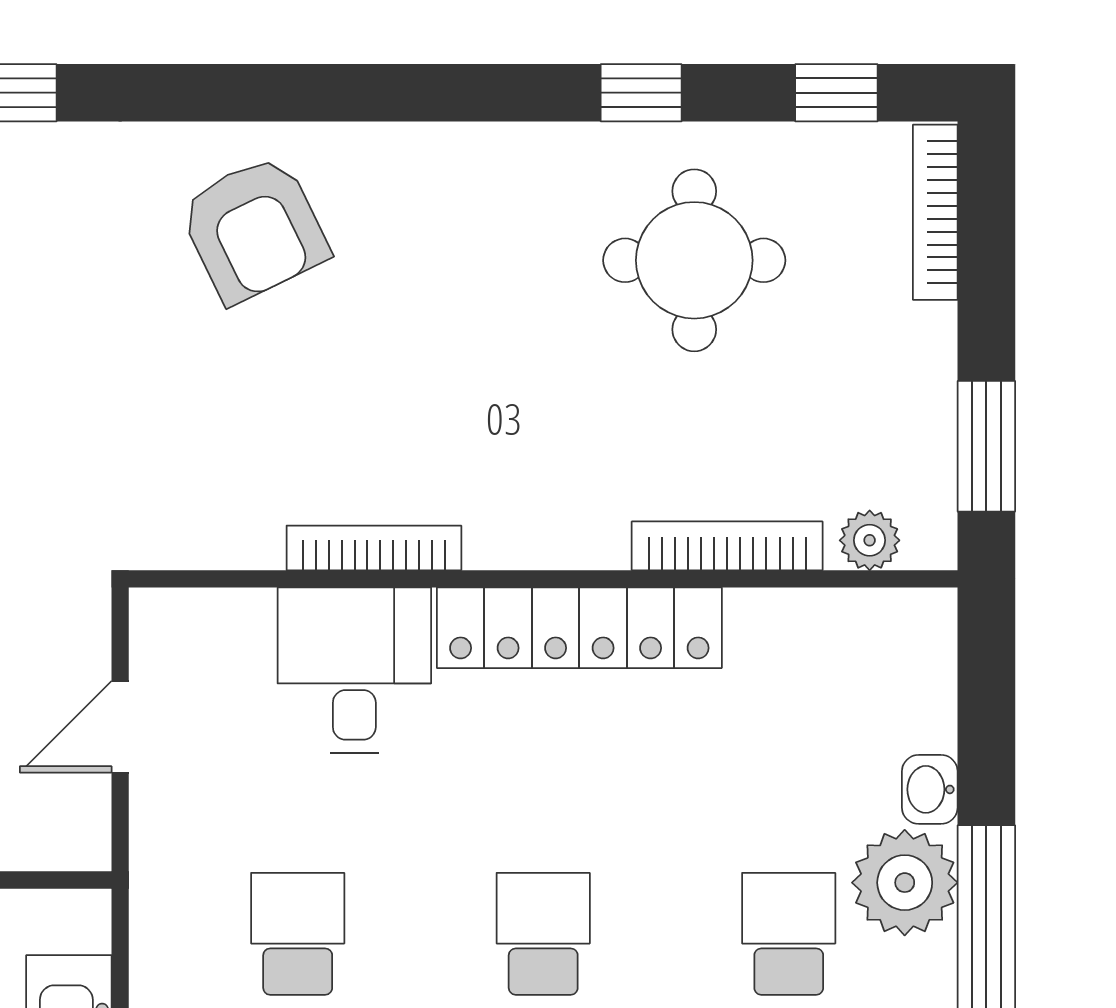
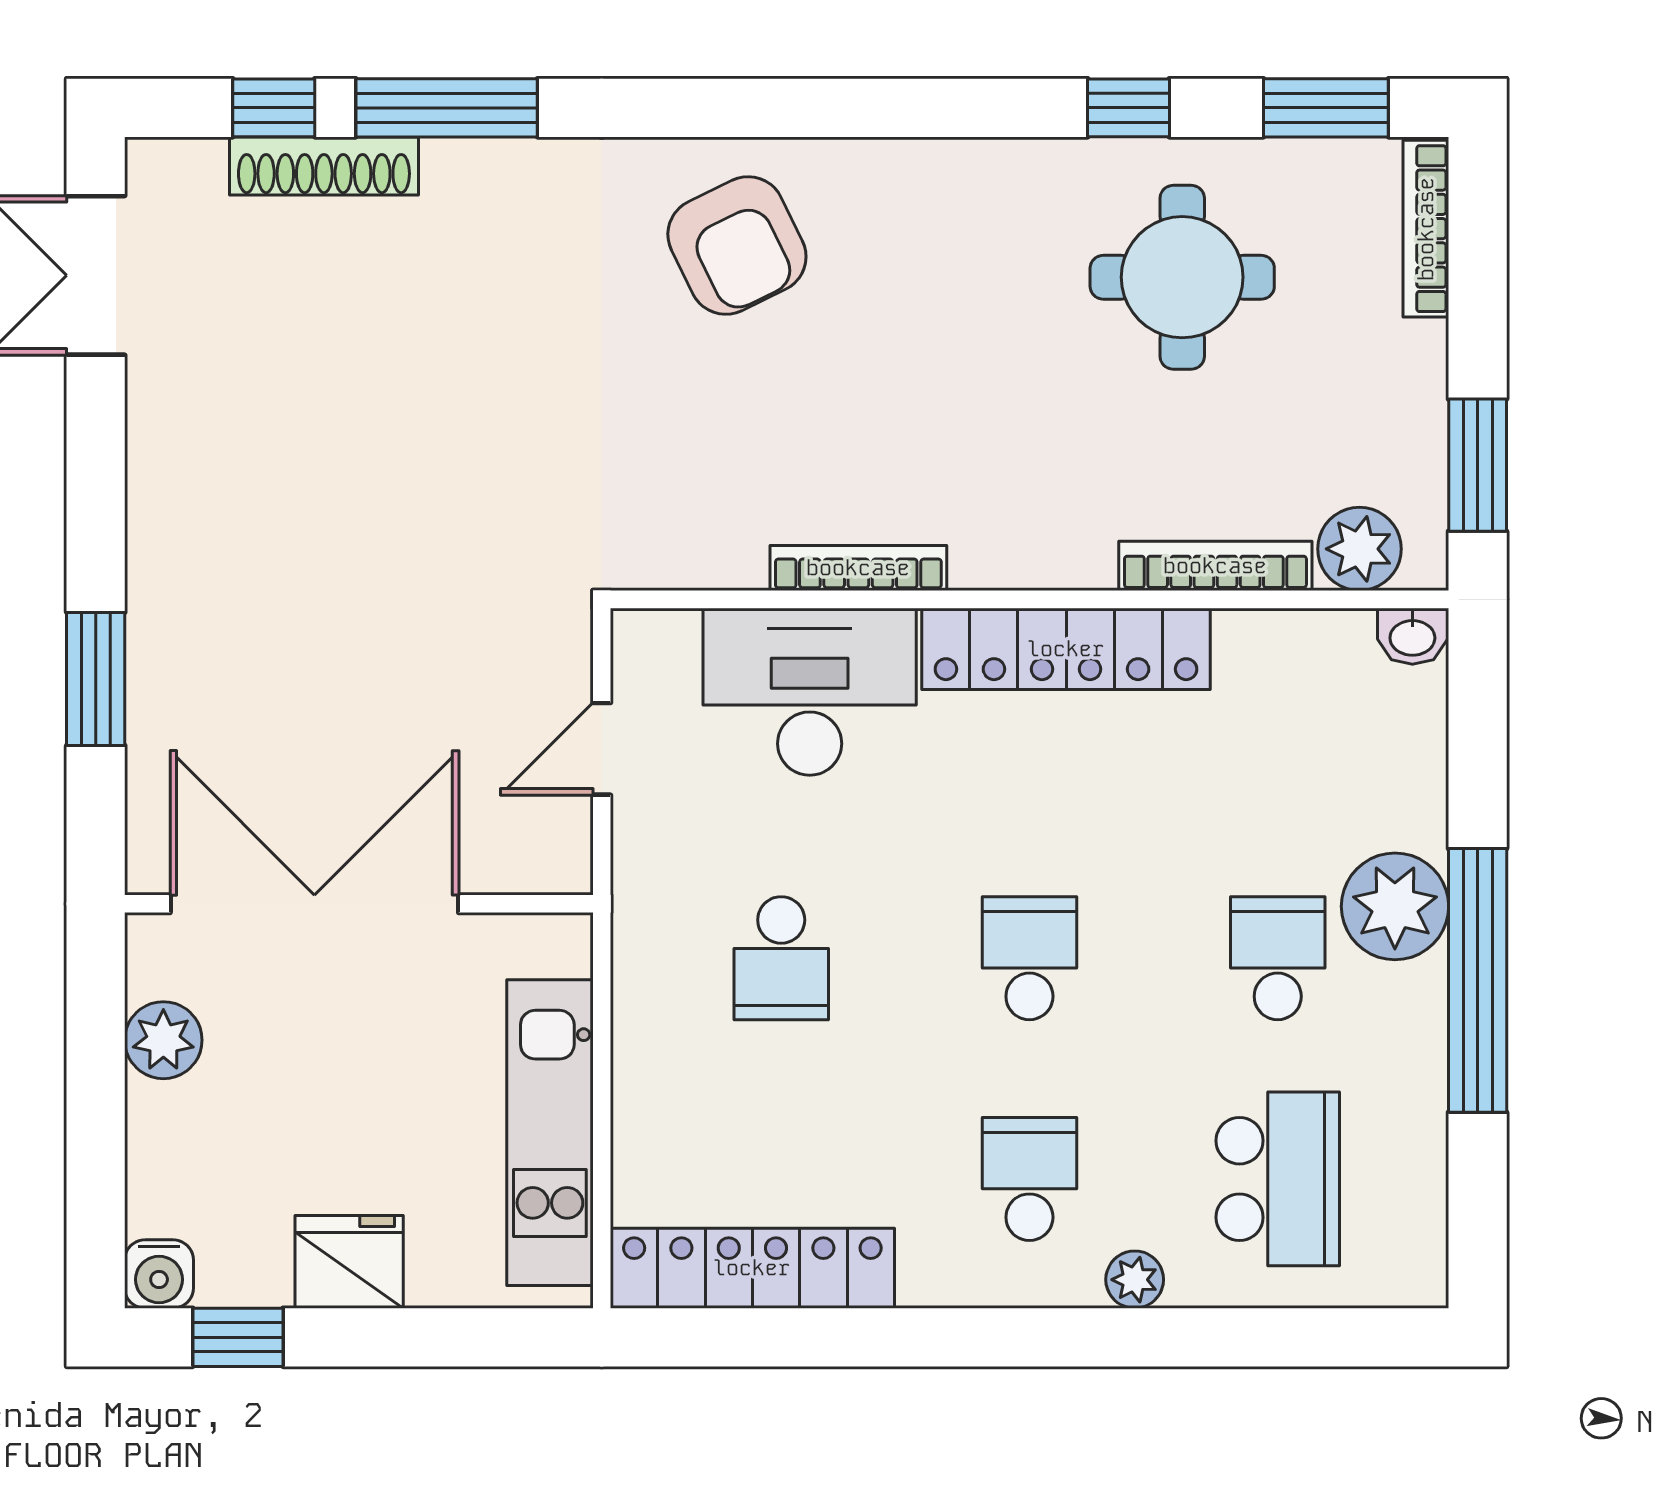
window: (836, 93) -> (1326, 108), width x1.50
plant: (870, 540) -> (1359, 549), width x1.38, depth x1.38
desk: (354, 670) -> (810, 692), width x1.37
washbasin: (930, 789) -> (1412, 636), moved, turned -90
school desk: (298, 934) -> (781, 958), turned 180

